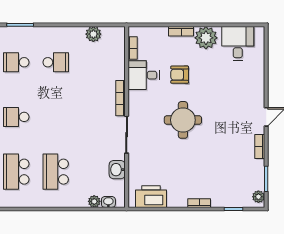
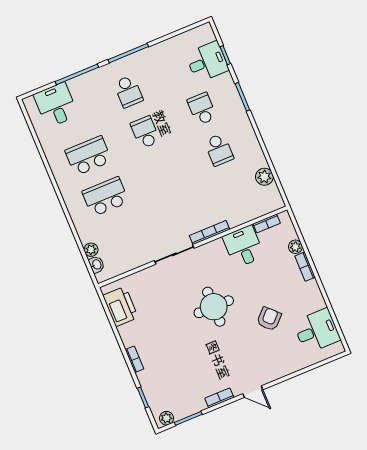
plant: (206, 38) -> (295, 247), moved, width x0.53, depth x0.53
armchair: (180, 75) -> (269, 319), moved, turned 45
washbasin: (117, 170) -> (134, 260), removed

